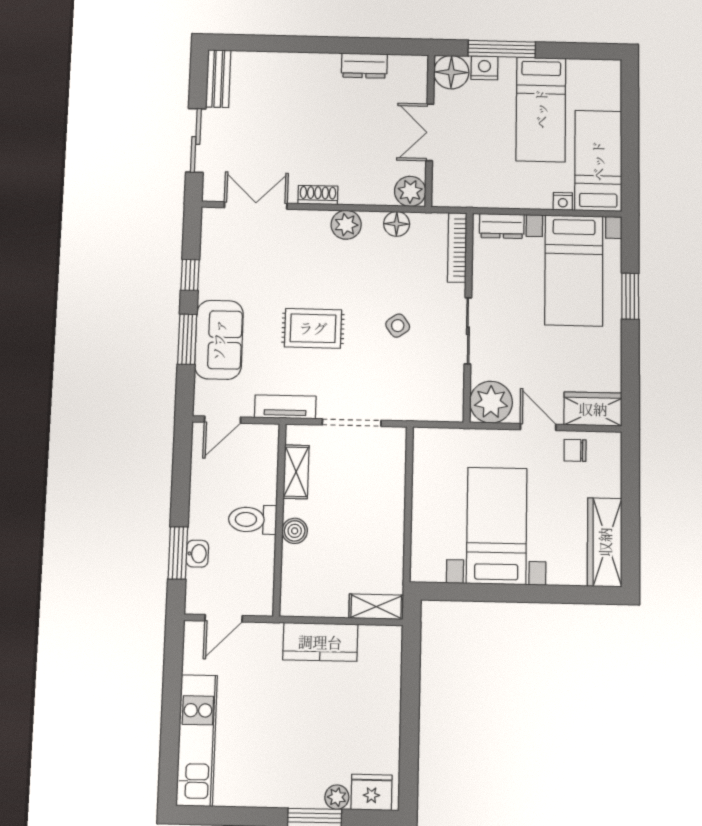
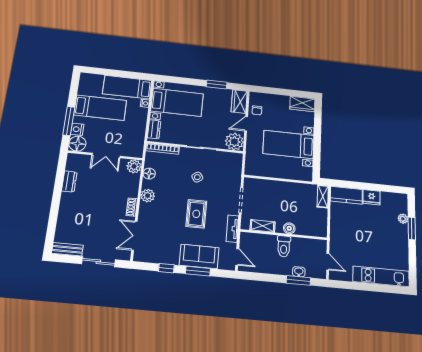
window: (630, 296) -> (217, 84), moved
wardrobe: (605, 542) -> (302, 104), width x0.67
kitchen counter: (320, 642) -> (346, 195), moved, turned 90
fridge: (372, 792) -> (372, 197), moved, turned -90

